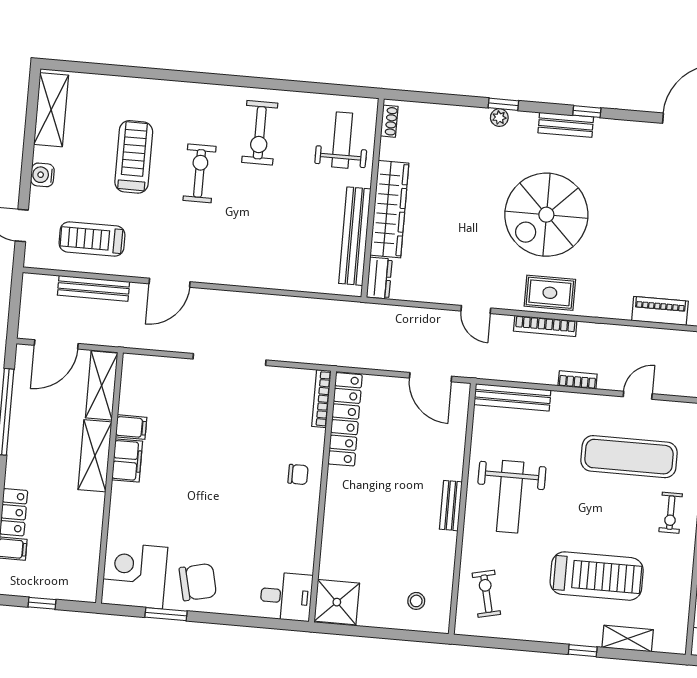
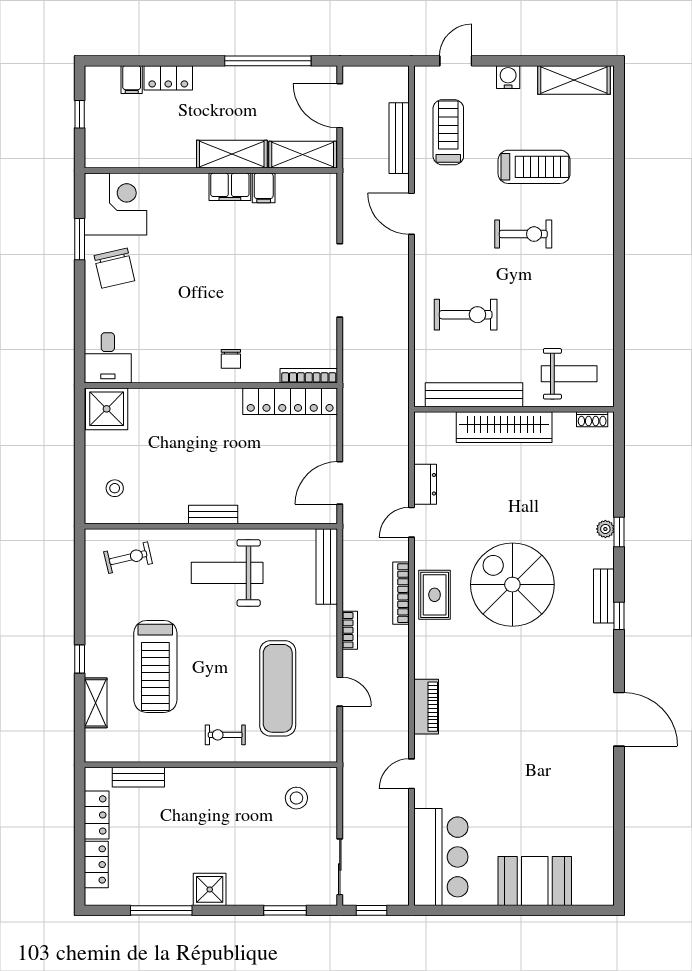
exercise bike: (260, 133) -> (466, 315), moved, turned 180
dresser: (379, 278) -> (425, 484), moved, turned -90

